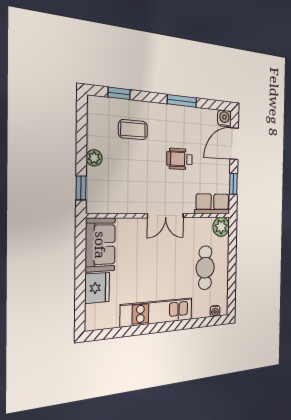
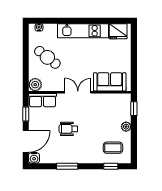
coffee table: (133, 130) -> (113, 148), moved
wheelchair: (180, 159) -> (68, 129), turned 180
sofa: (100, 245) -> (110, 82), moved, turned 90
cafe table: (205, 268) -> (47, 57), turned -52
fridge: (97, 288) -> (118, 31), moved, turned -90

